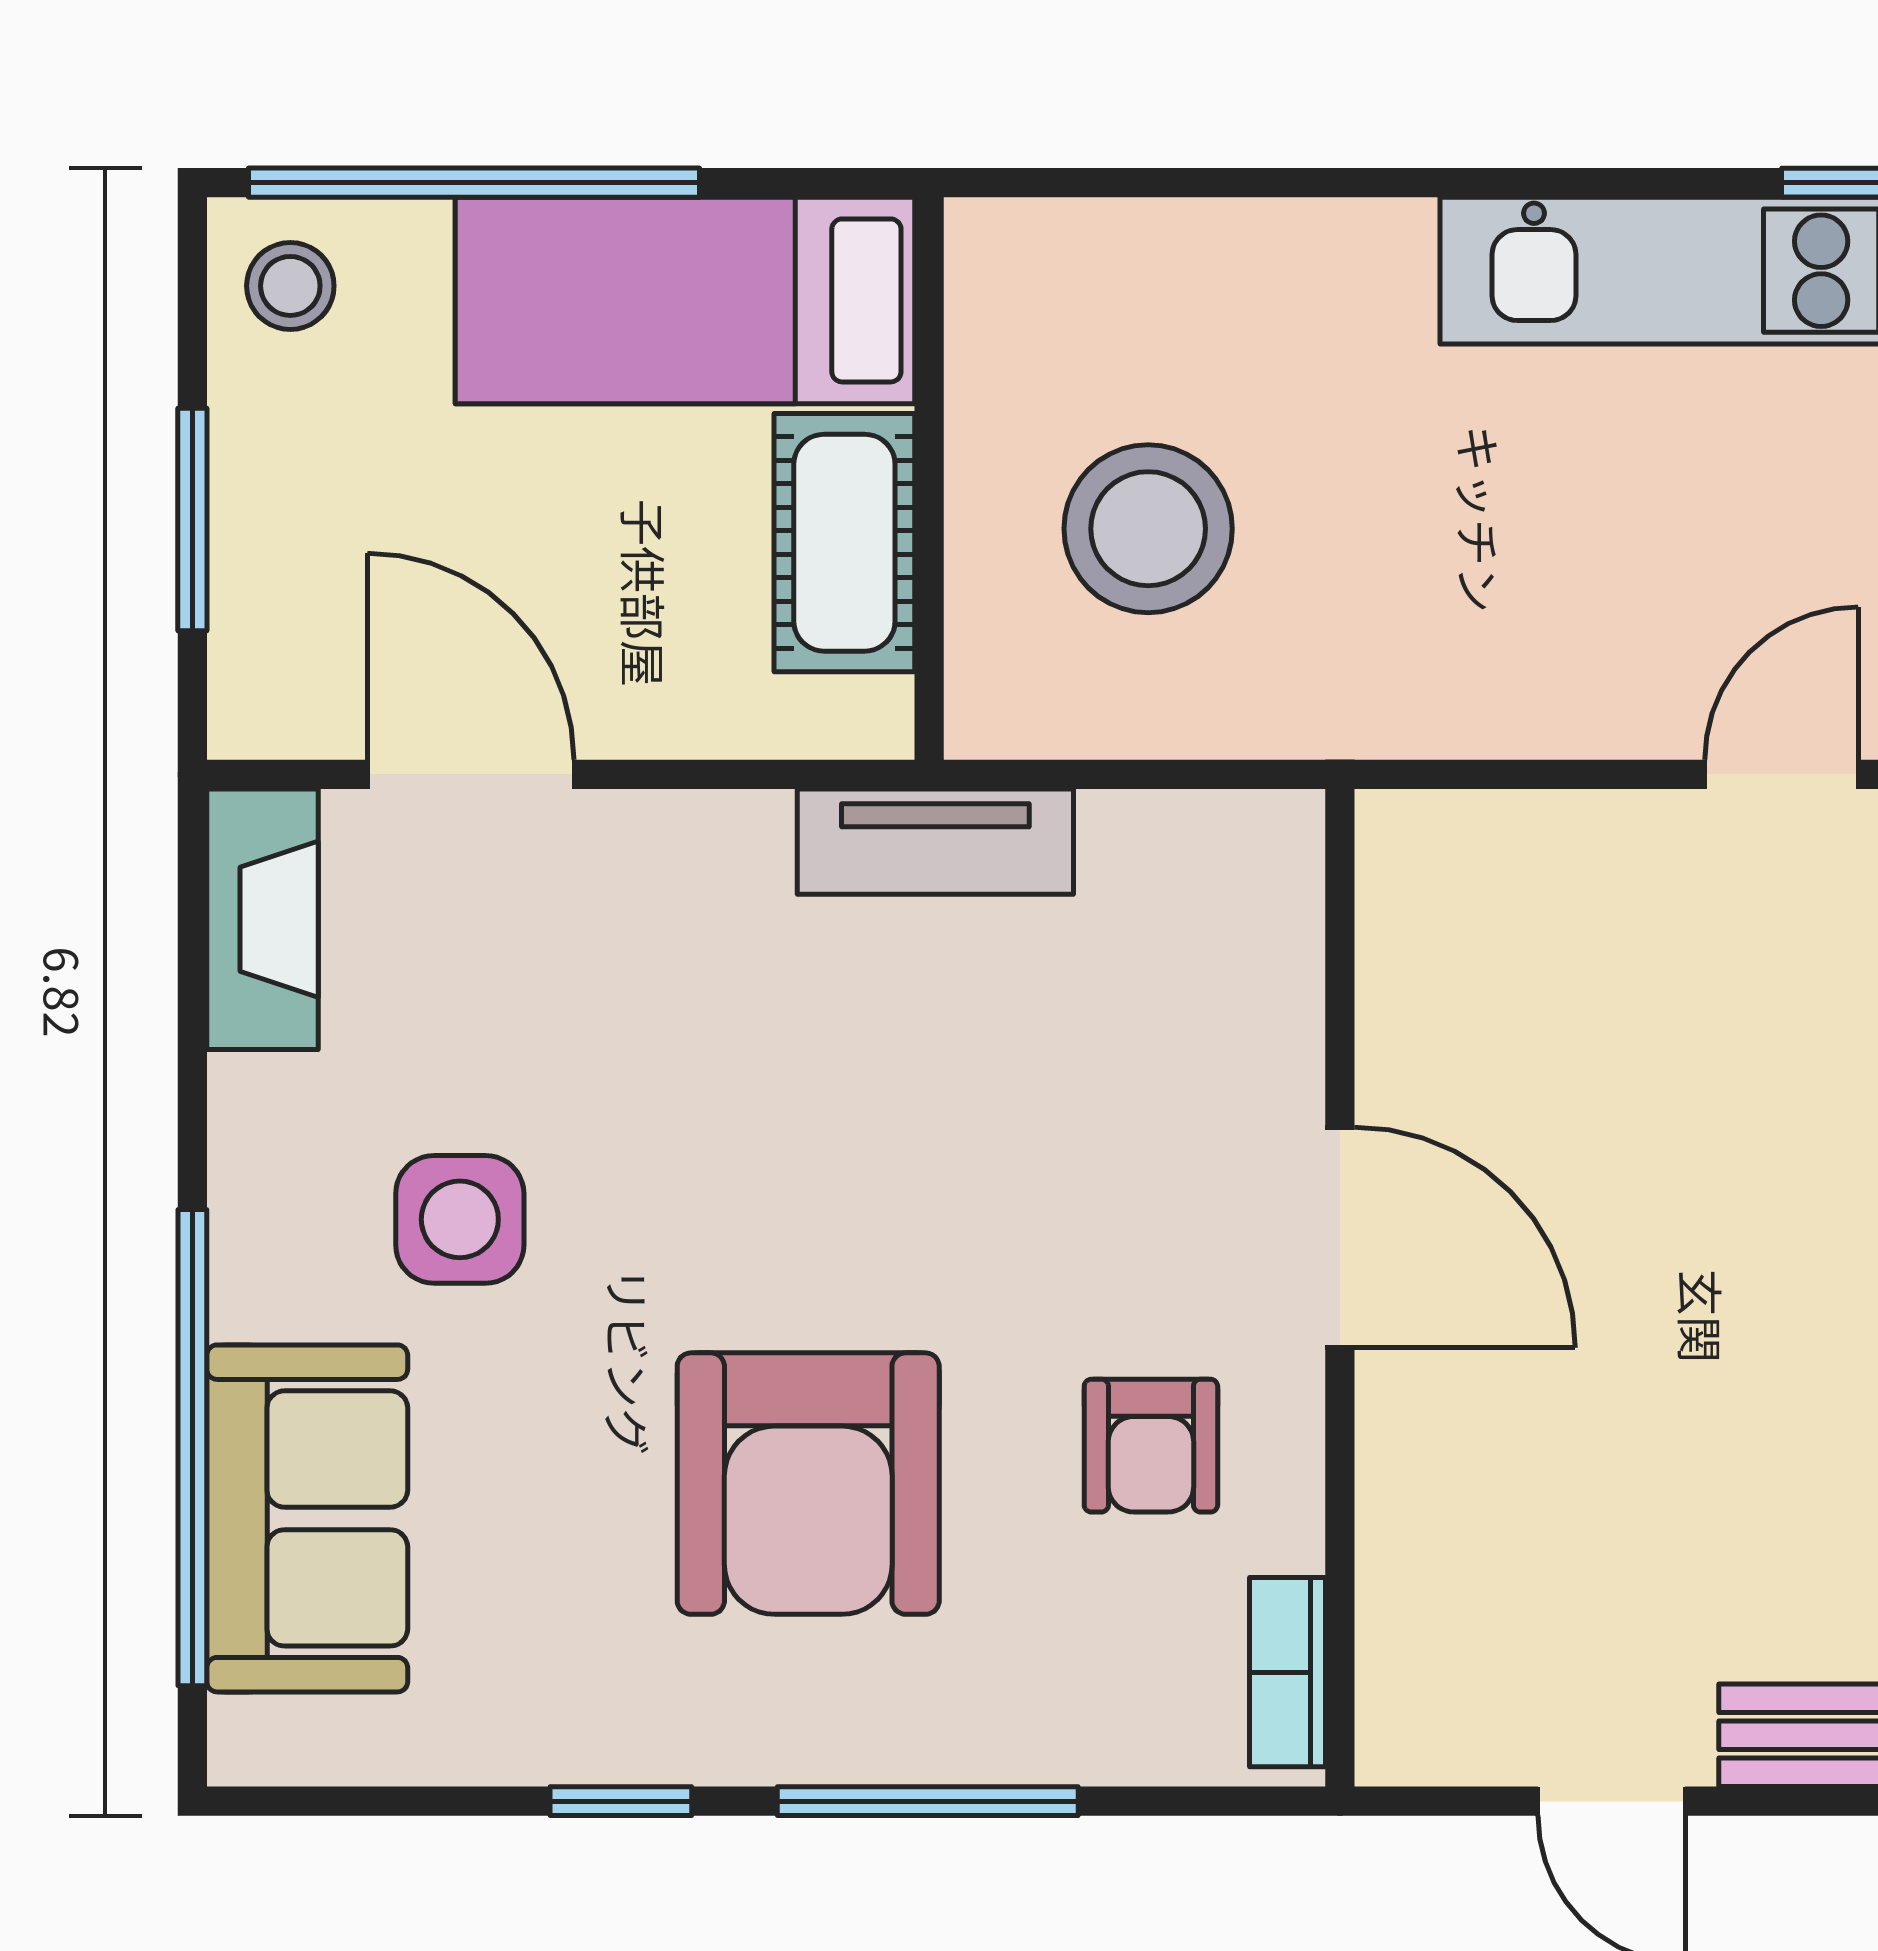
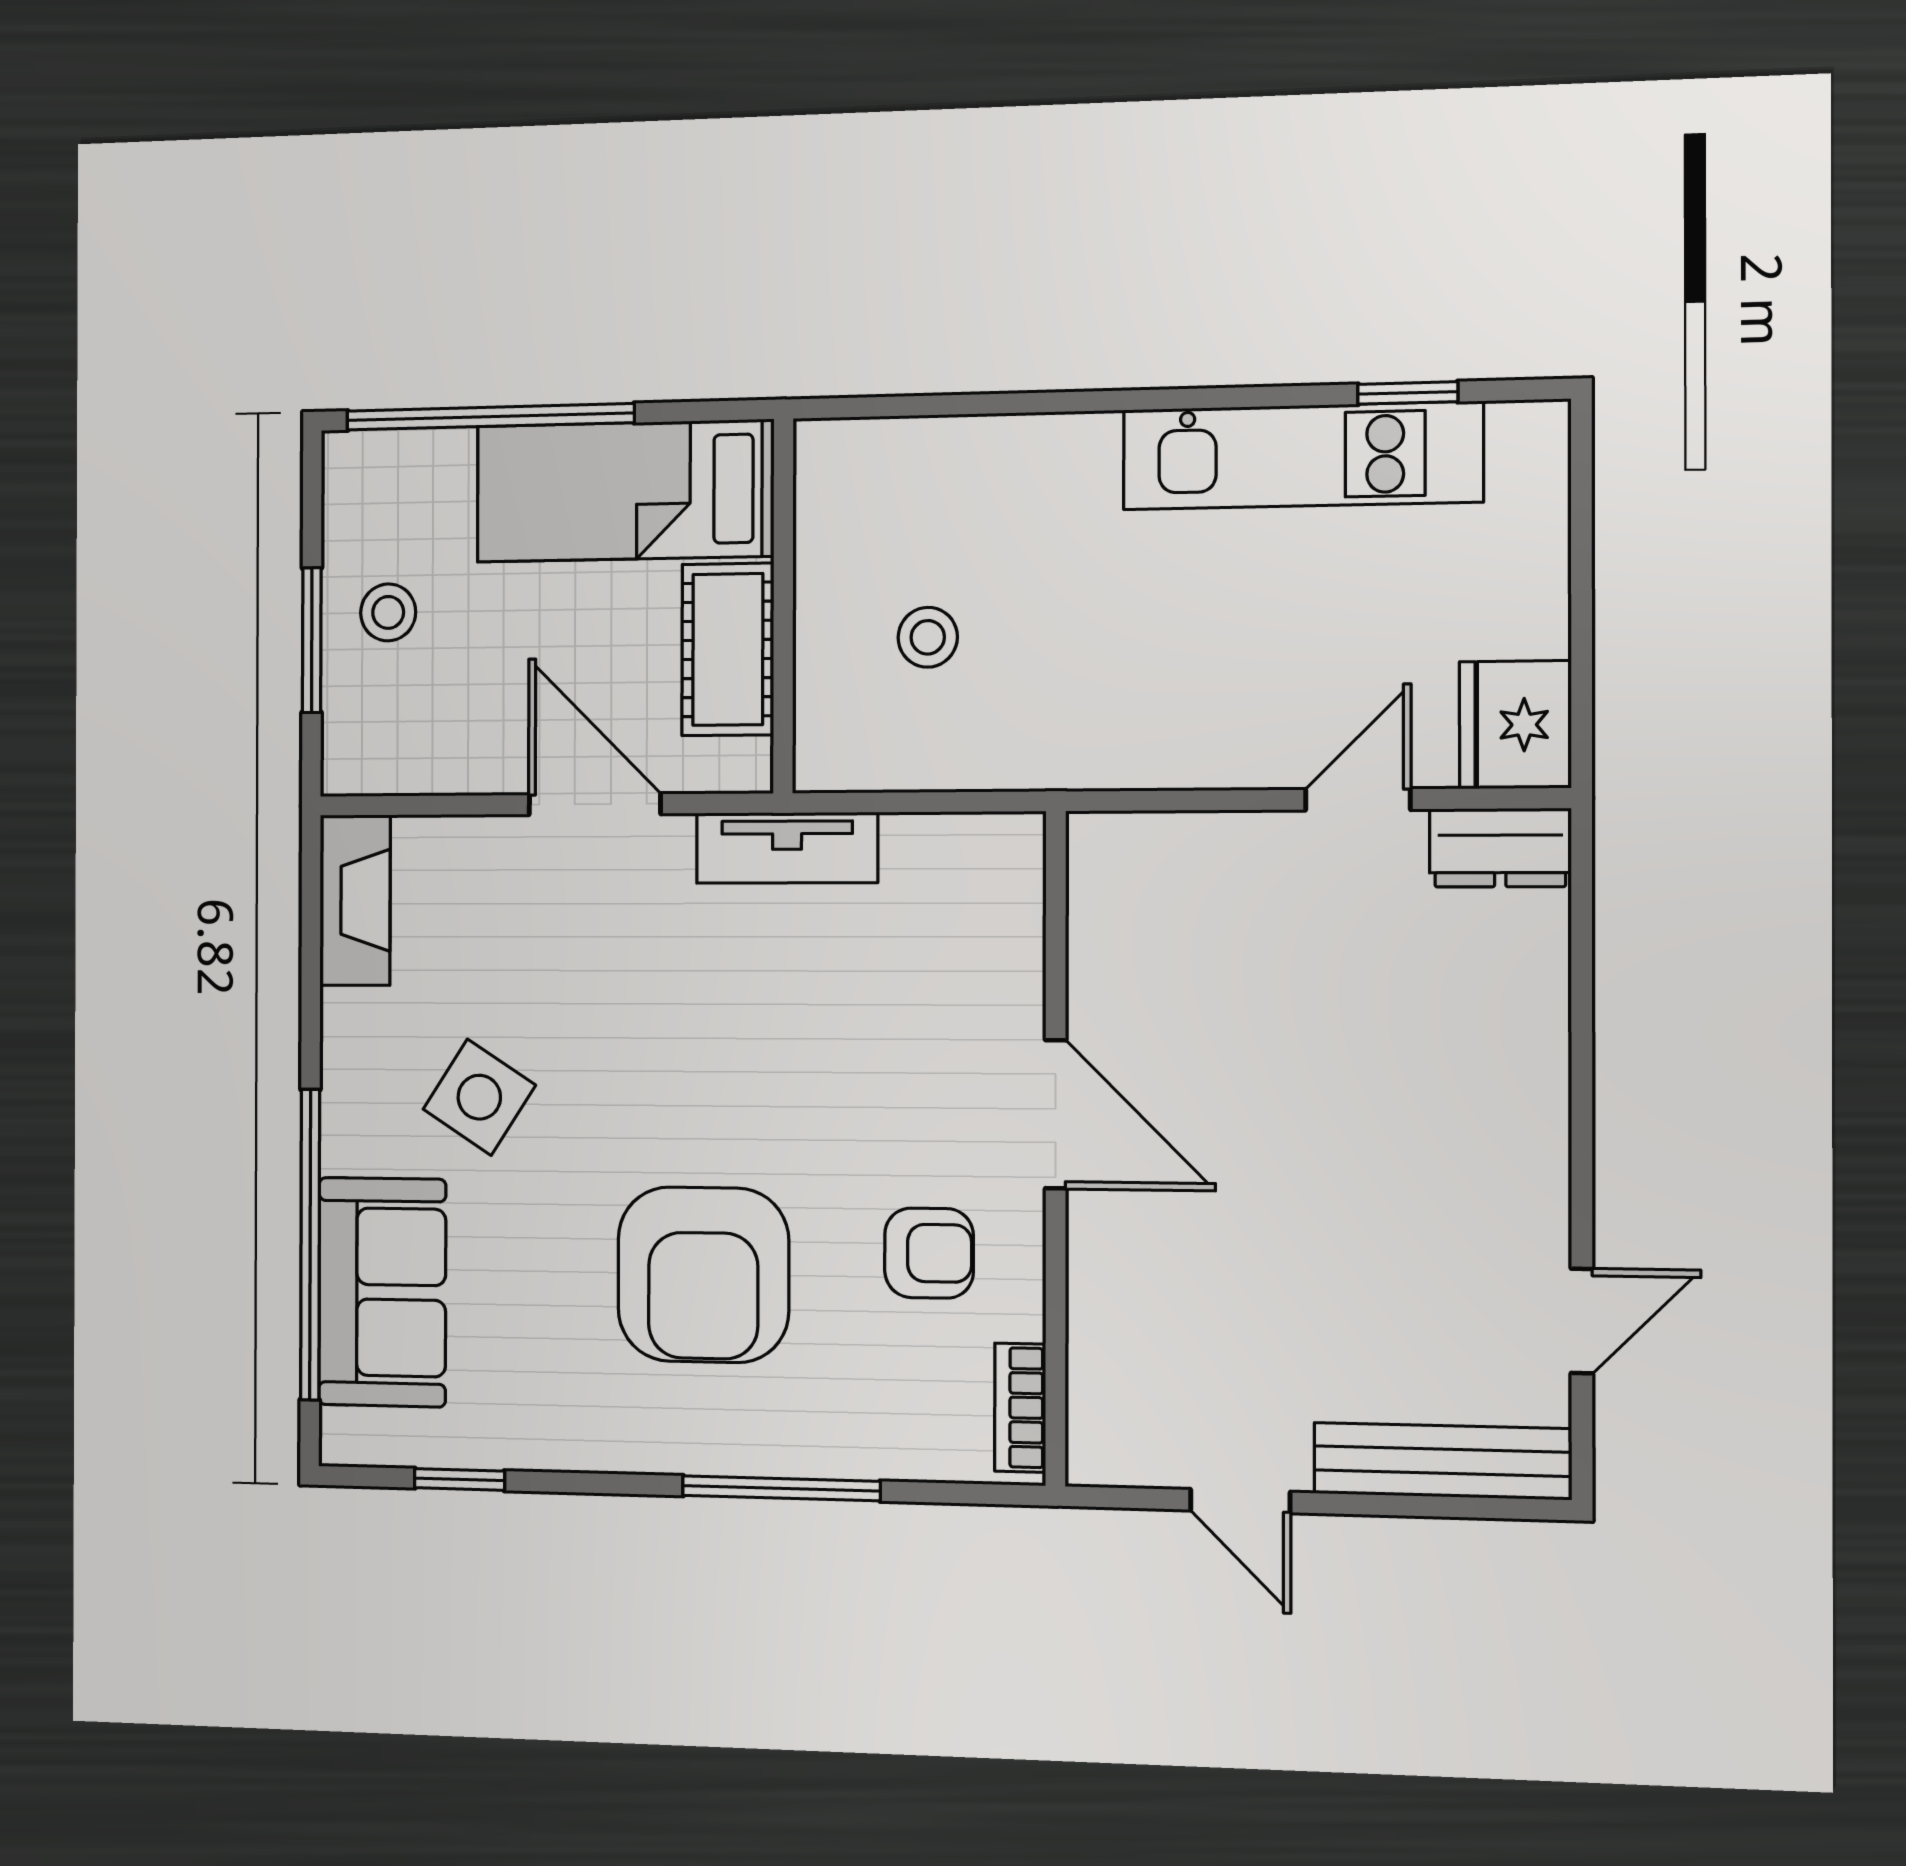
stool: (290, 286) -> (388, 612), moved
stool: (1148, 529) -> (928, 637), width x0.53, depth x0.53
door: (471, 774) -> (595, 804), moved
side table: (460, 1219) -> (479, 1097), turned 33
armchair: (1151, 1446) -> (929, 1253), turned -90
window: (621, 1801) -> (460, 1479), moved

